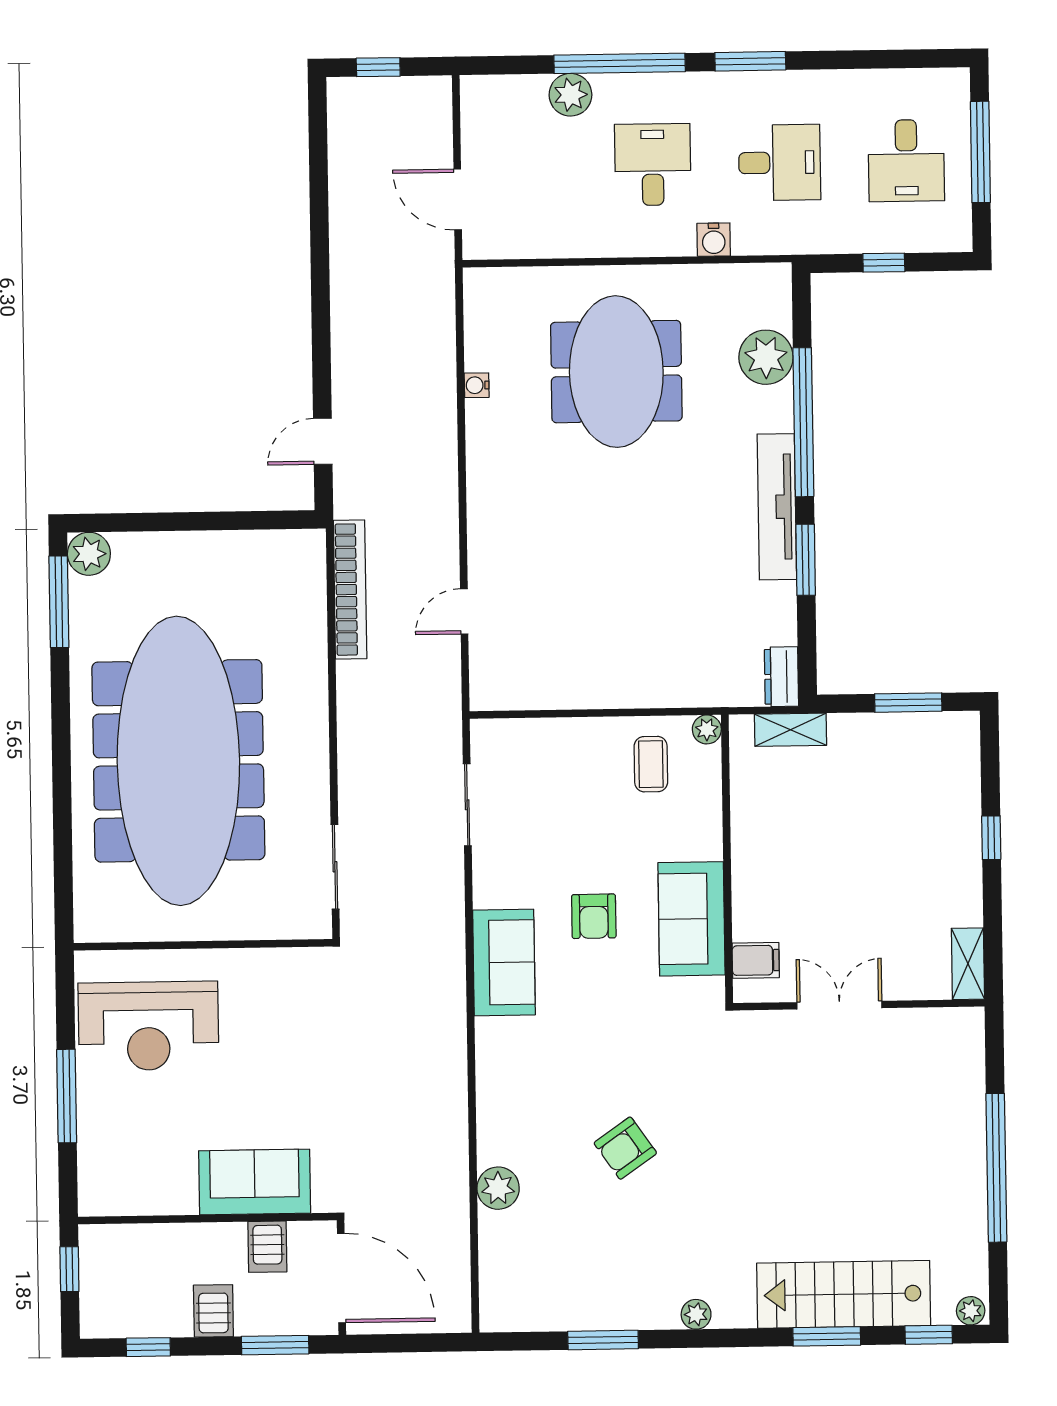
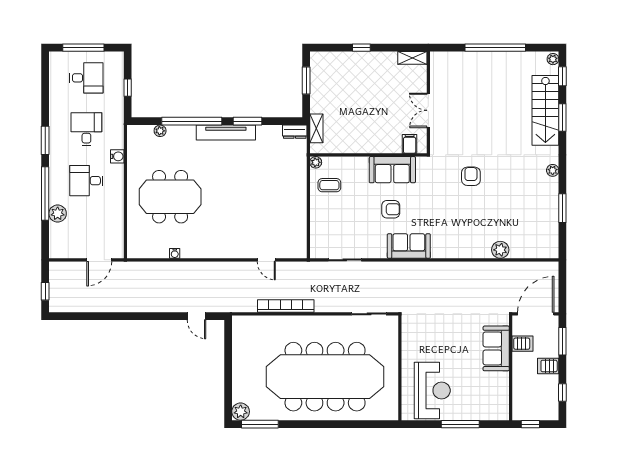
plant: (766, 357) -> (160, 131), width x0.53, depth x0.53
bookcase: (350, 589) -> (286, 306), moved
armchair: (625, 1148) -> (471, 176), moved, turned -145

